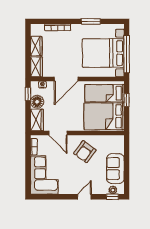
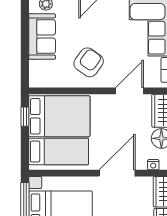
window: (127, 100) -> (25, 117), moved
door: (58, 133) -> (130, 91), hinge flipped

